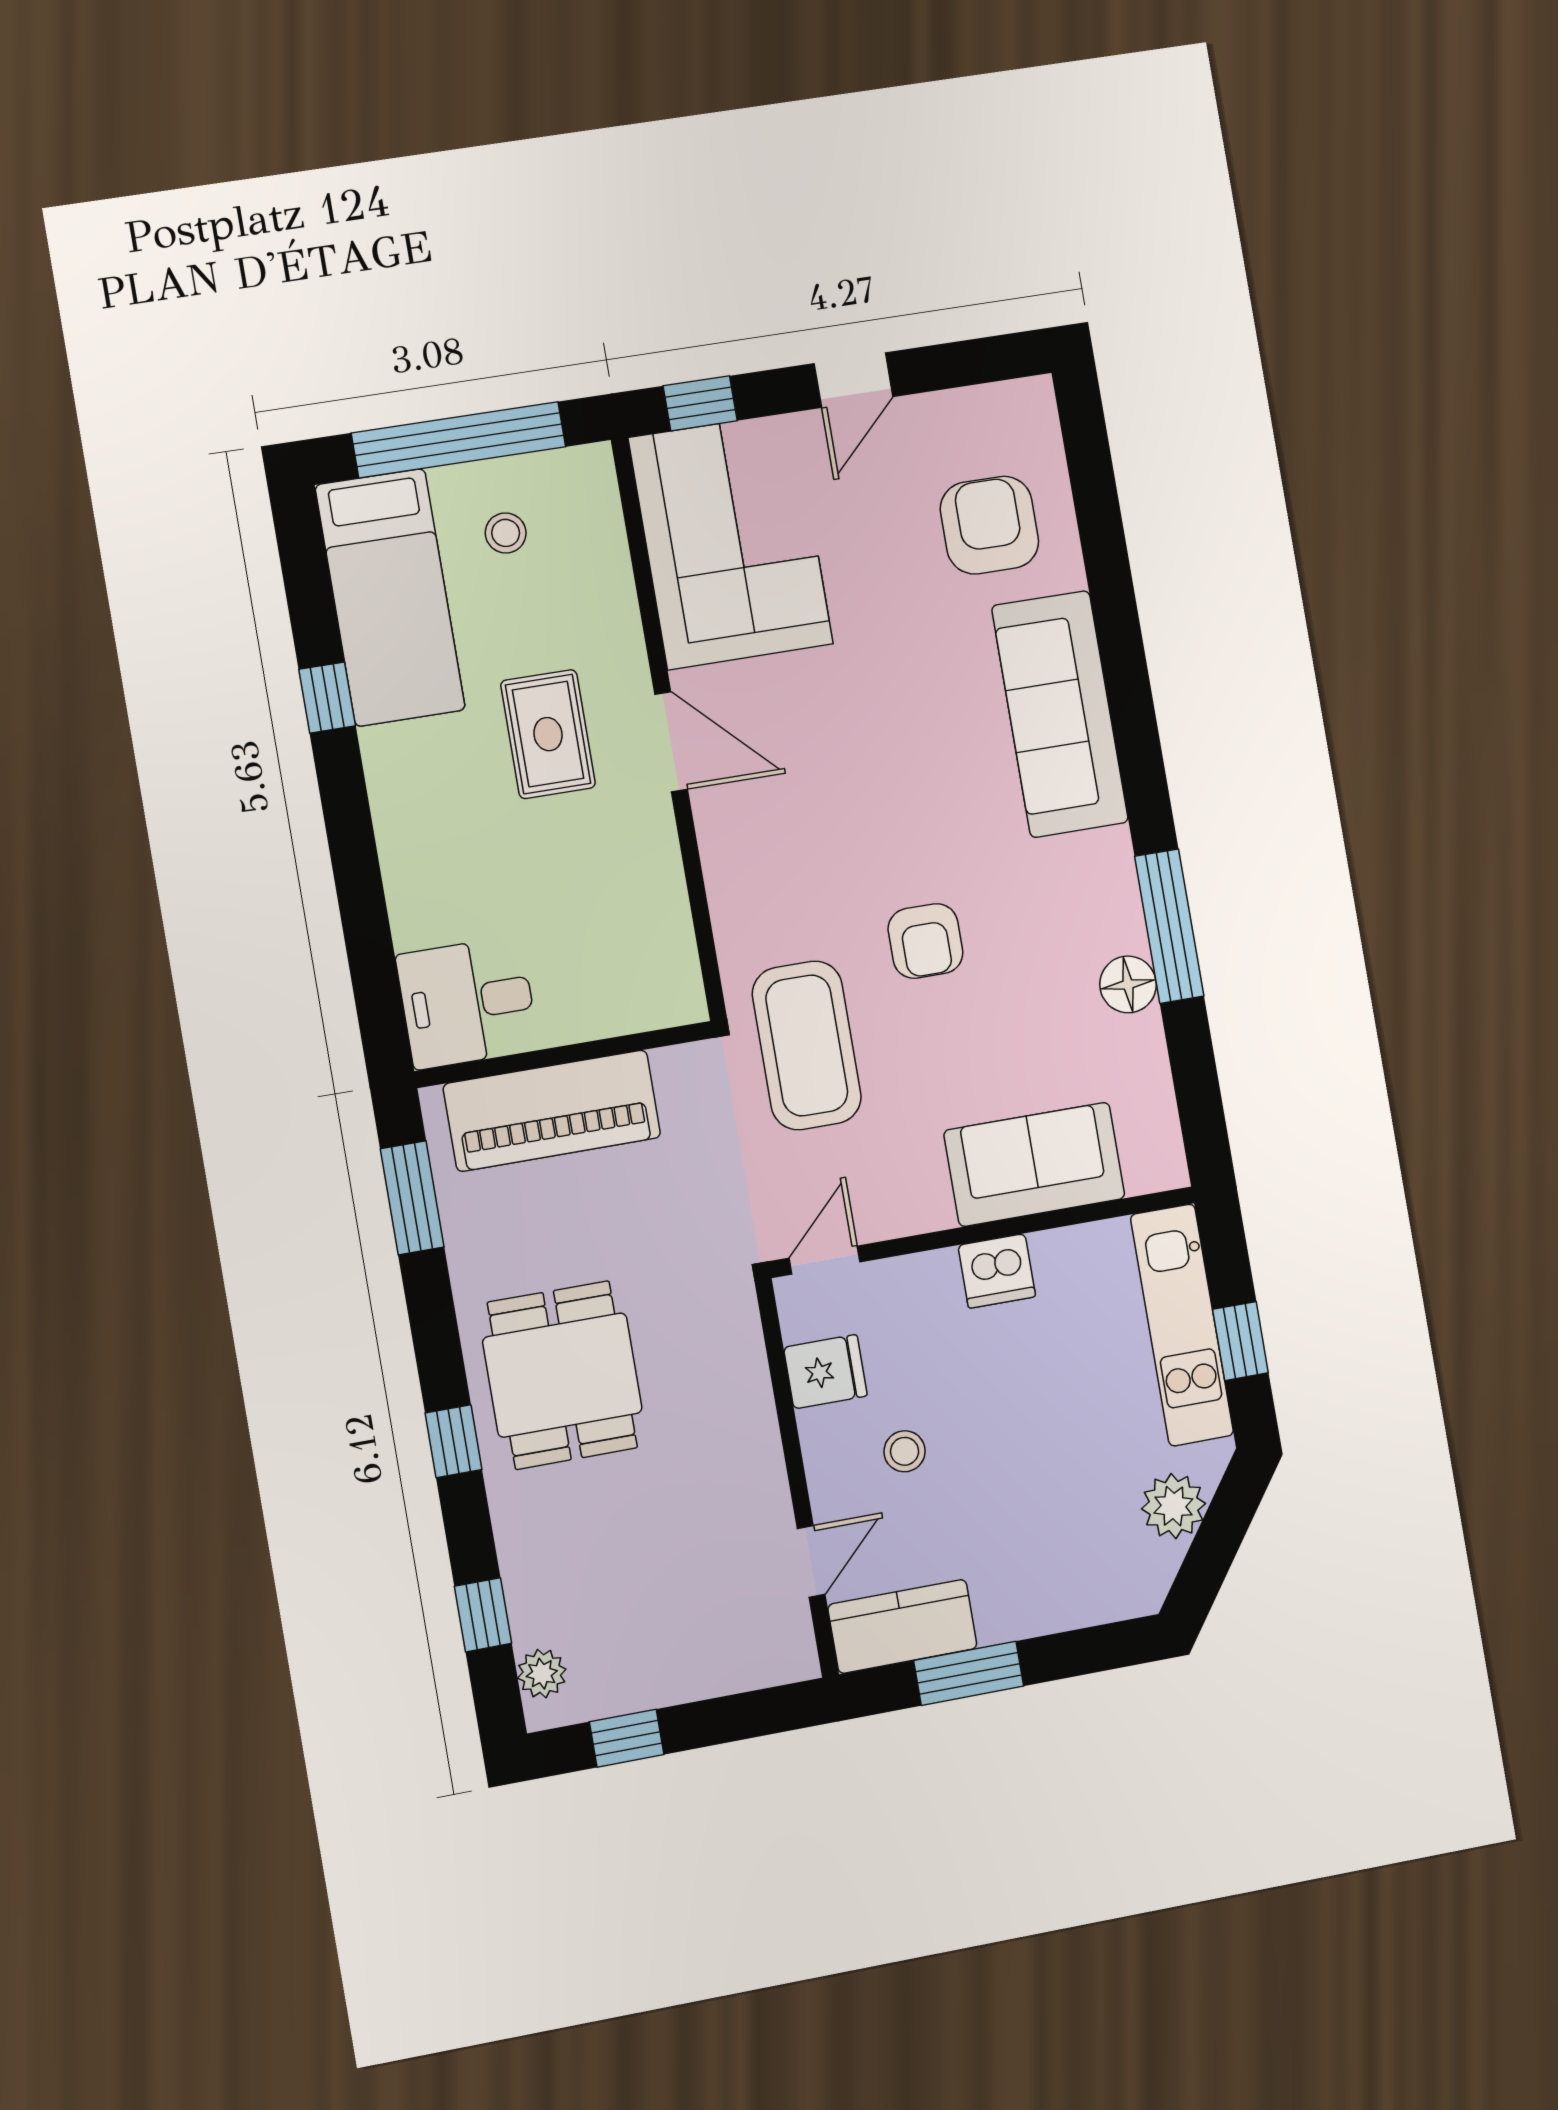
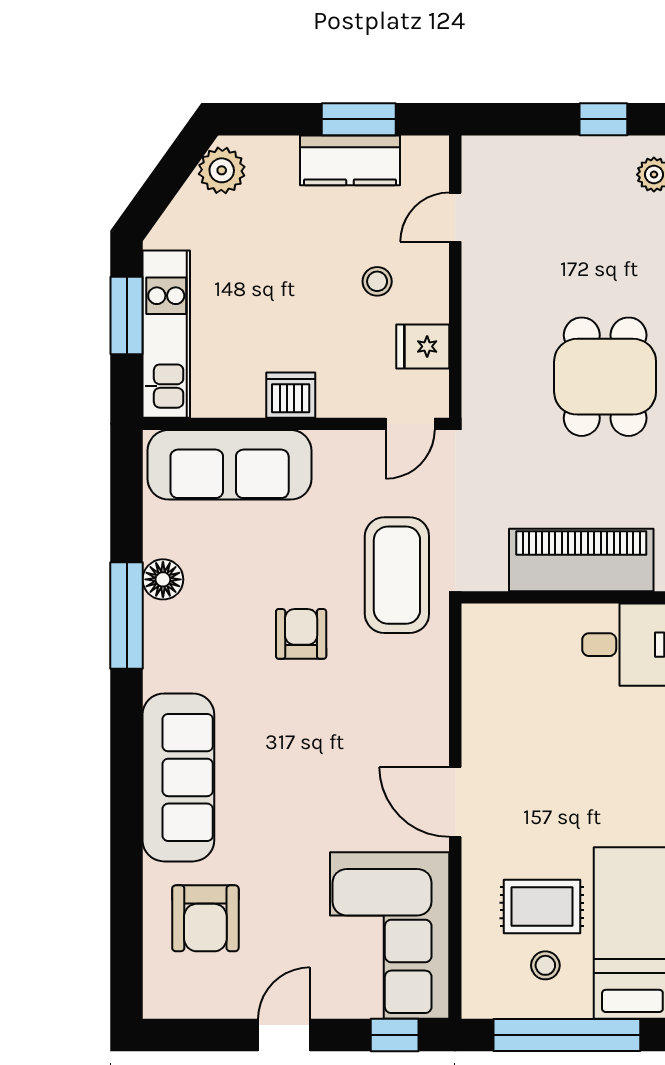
rug: (548, 734) -> (542, 906), moved, turned 90
sofa: (1034, 1164) -> (230, 465), width x1.36
window: (1240, 1341) -> (127, 316), width x1.50
plant: (1173, 1506) -> (222, 170), moved
kitchen counter: (902, 1626) -> (350, 160), moved

